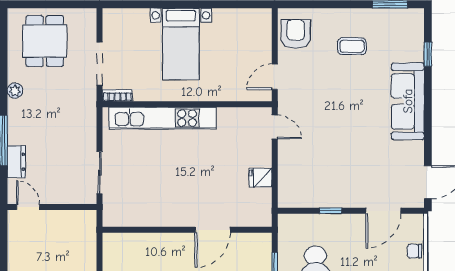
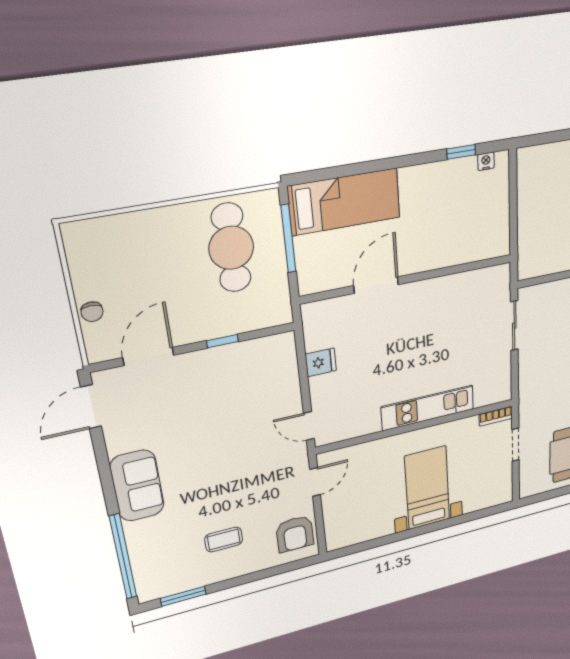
window: (428, 54) -> (123, 557), width x3.17
doorway: (100, 64) -> (515, 445), width x0.73
sofa: (408, 101) -> (137, 486), width x0.73
kitchen unit: (162, 118) -> (428, 408), width x0.73
chair: (414, 251) -> (92, 312), turned 90

